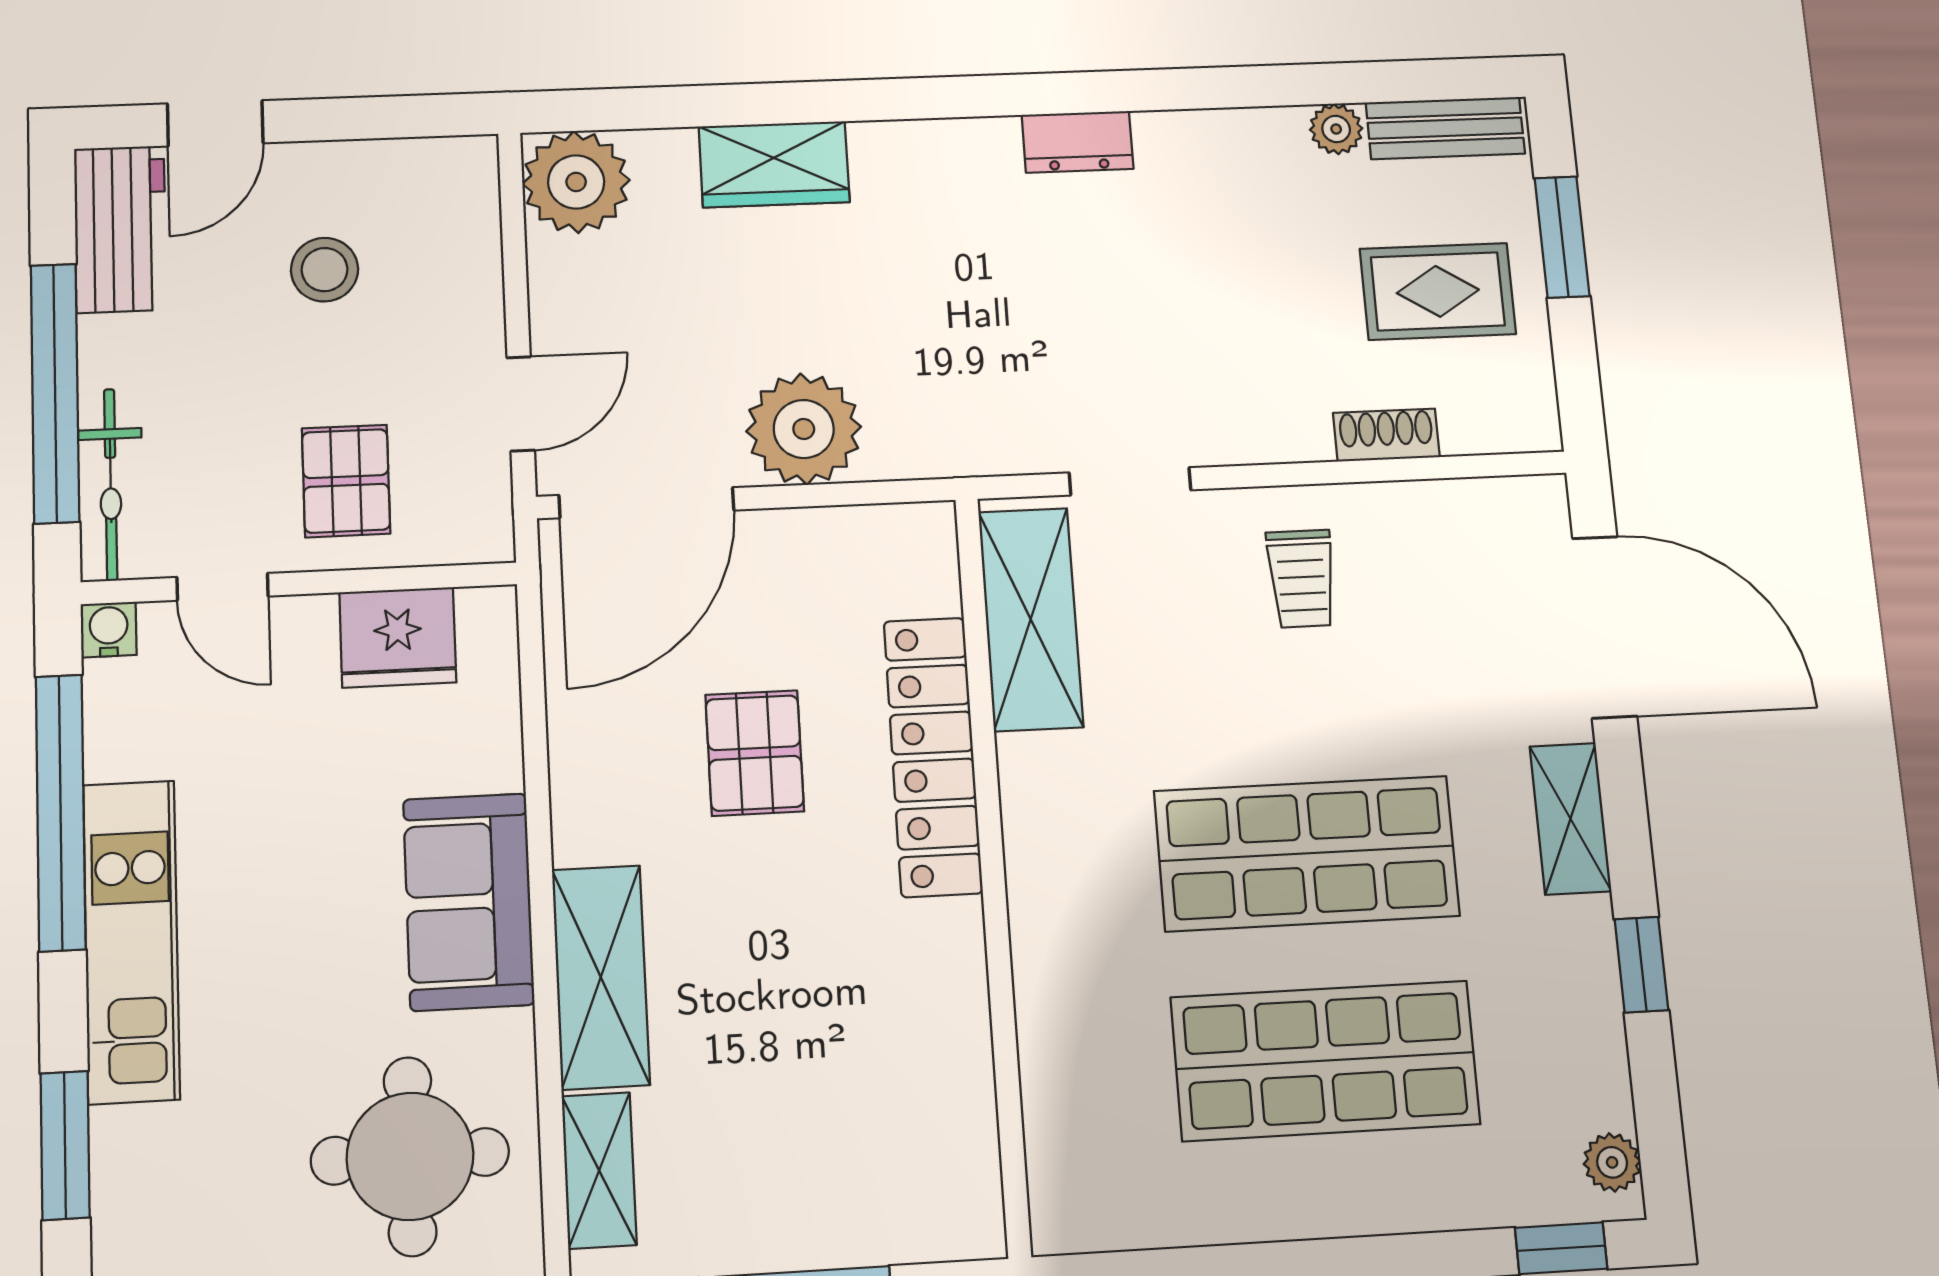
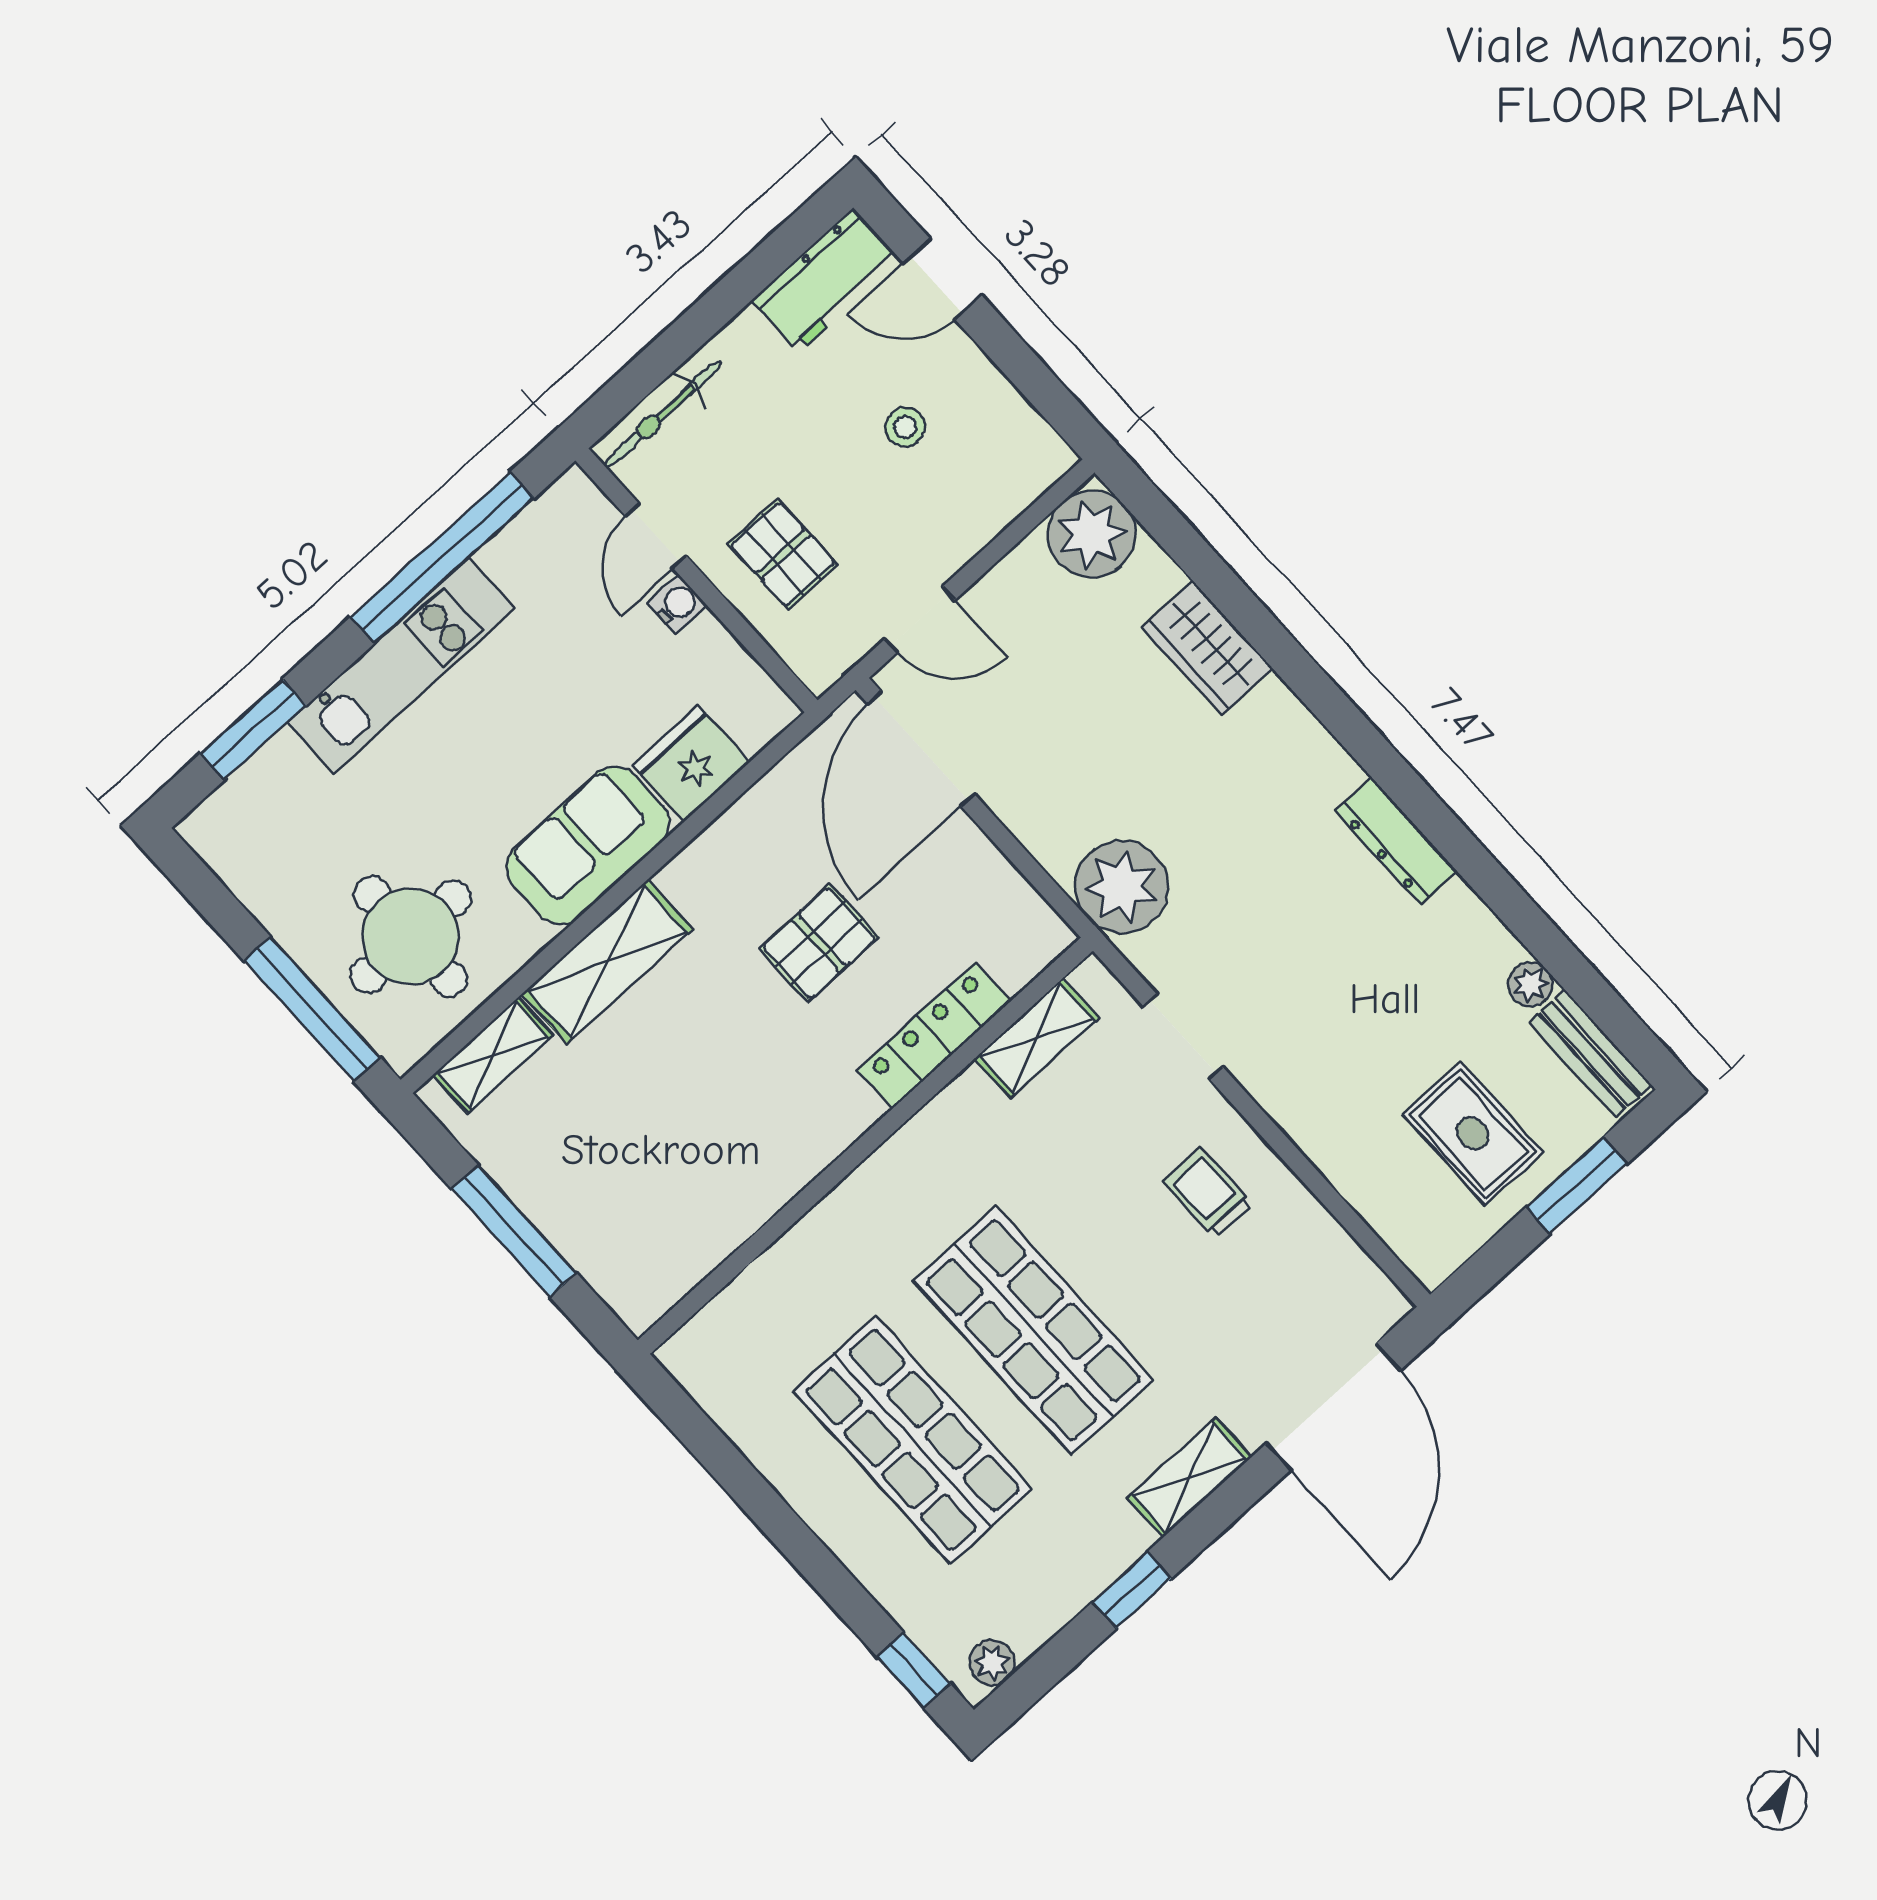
dresser: (1078, 142) -> (1396, 841), width x1.44
stool: (325, 270) -> (905, 427), width x0.73, depth x0.73
window: (55, 393) -> (691, 331), removed
plant: (804, 429) -> (1122, 887), moved
shoe rack: (1386, 435) -> (1348, 1174), removed
pallet: (346, 481) -> (783, 554), turned 90
door: (647, 503) -> (921, 749), hinge flipped
trolley: (1302, 579) -> (1208, 1193), turned 90
shelving: (1031, 619) -> (1037, 1038), width x0.67, depth x0.75
water cooler: (109, 630) -> (677, 604), moved
fridge: (398, 637) -> (691, 764), moved, turned 90
locker: (933, 757) -> (934, 1035), width x0.71, depth x0.83

